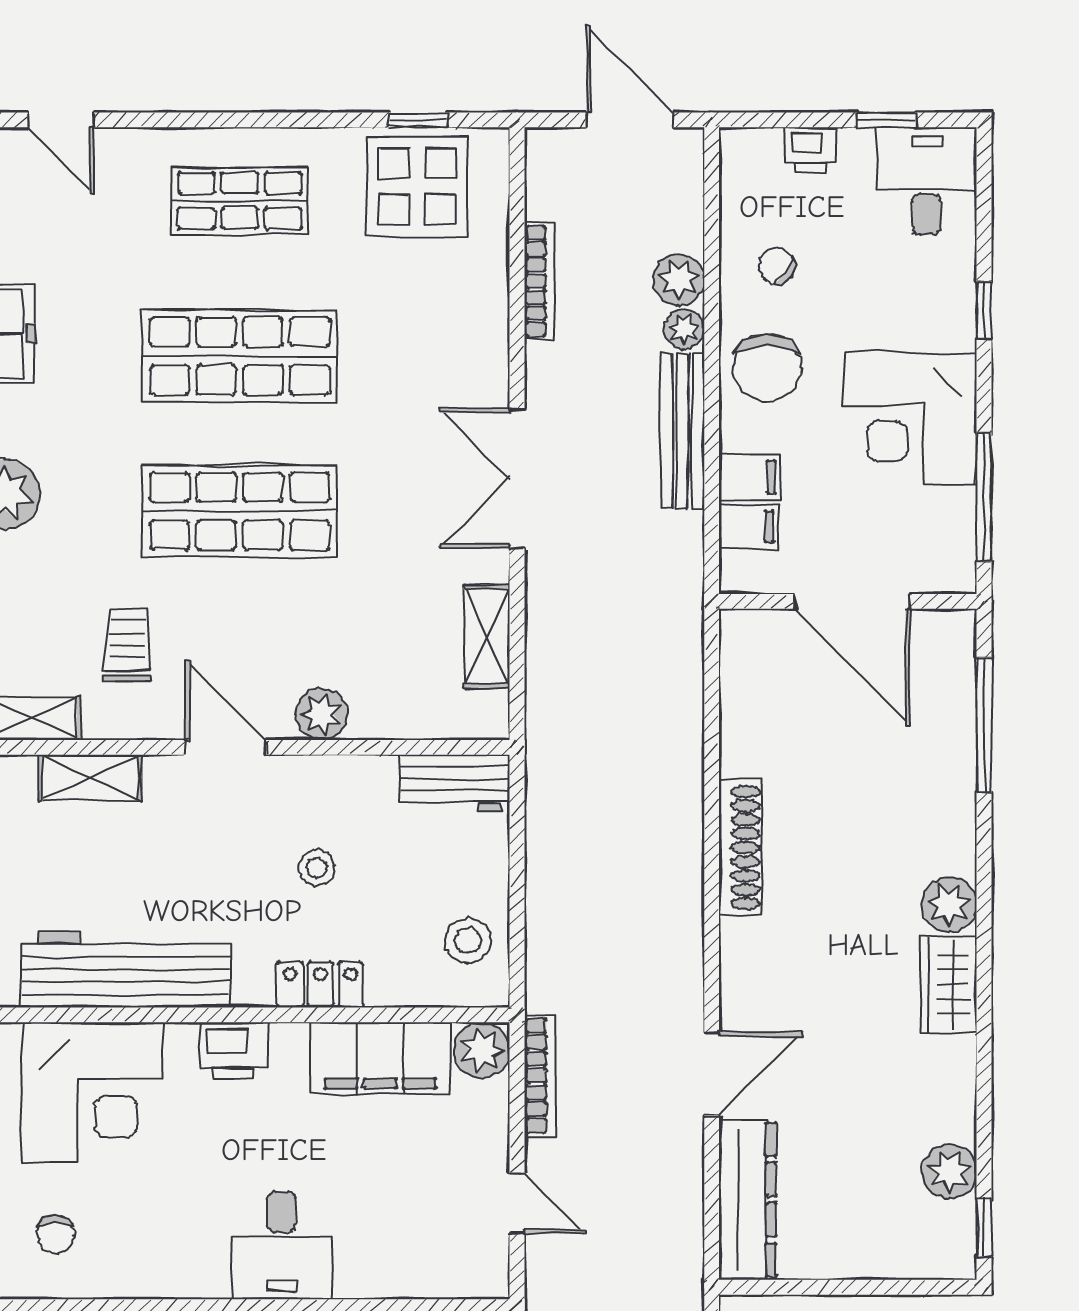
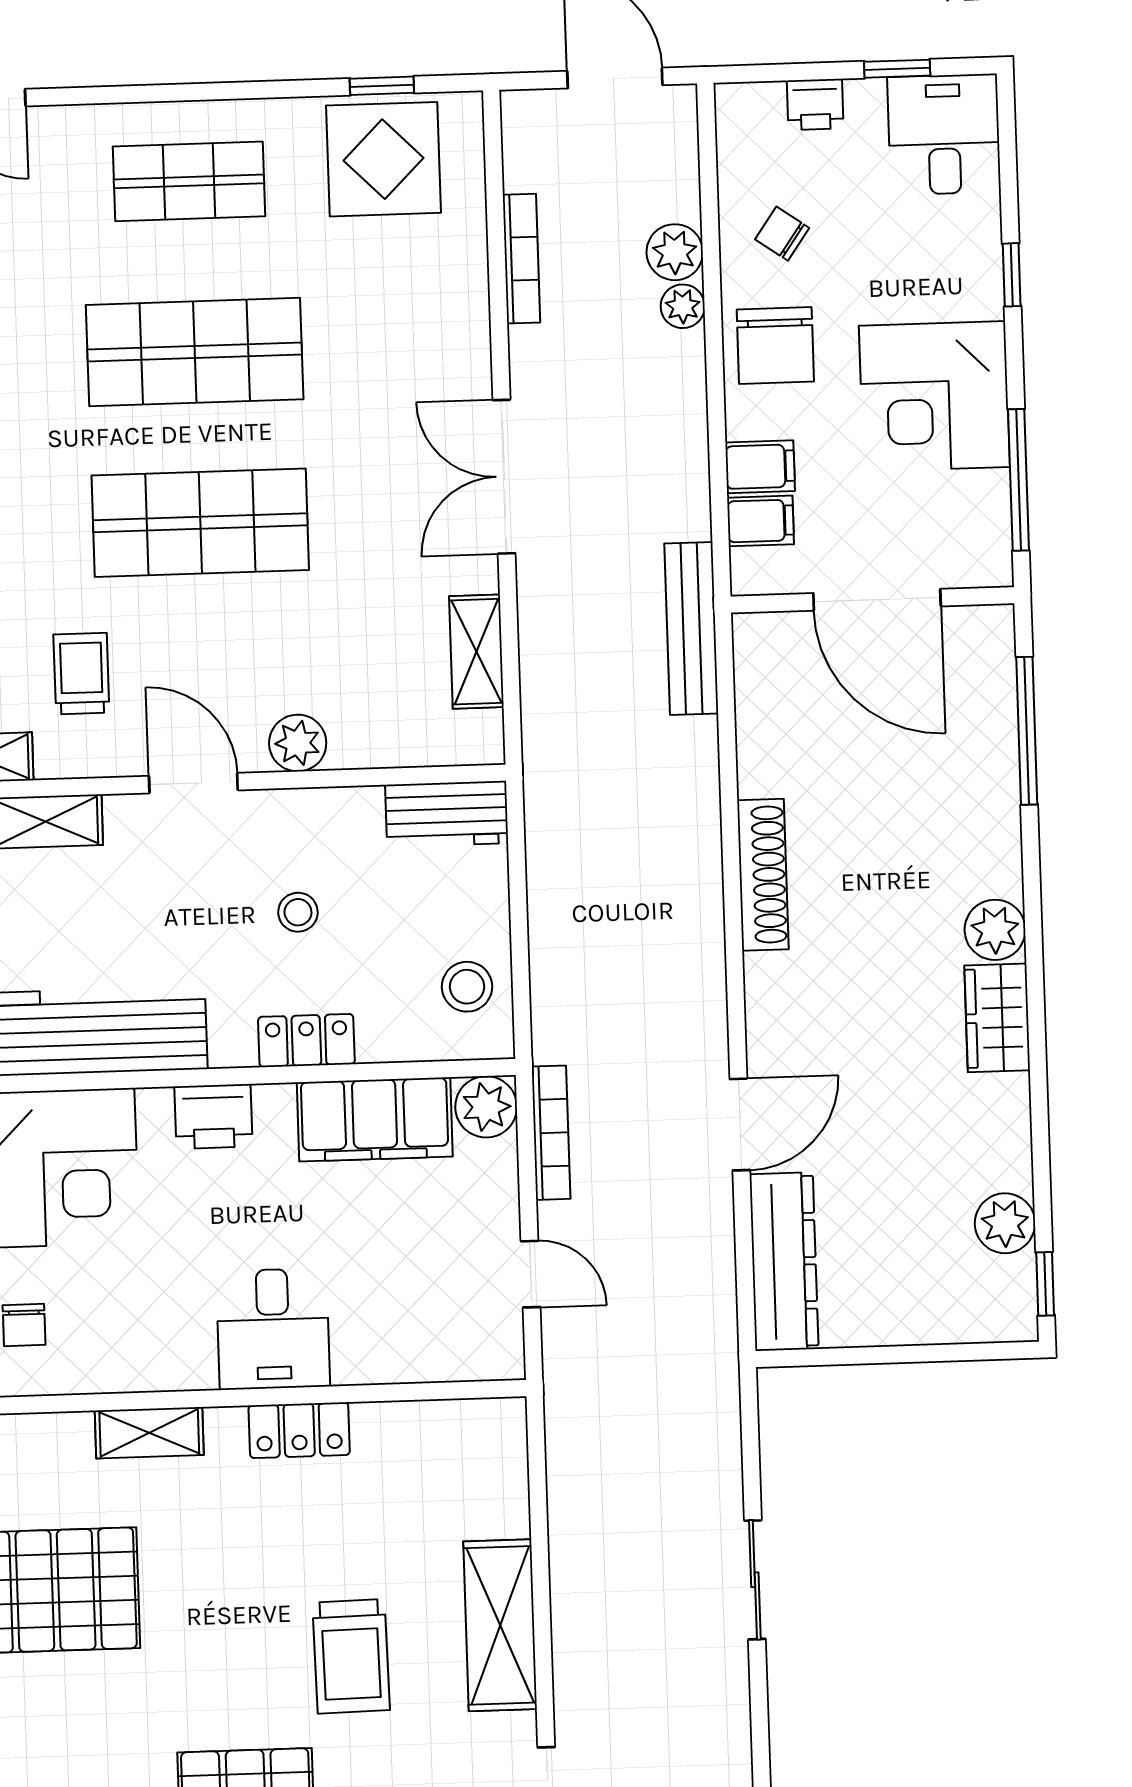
bench: (682, 431) -> (691, 629), moved

